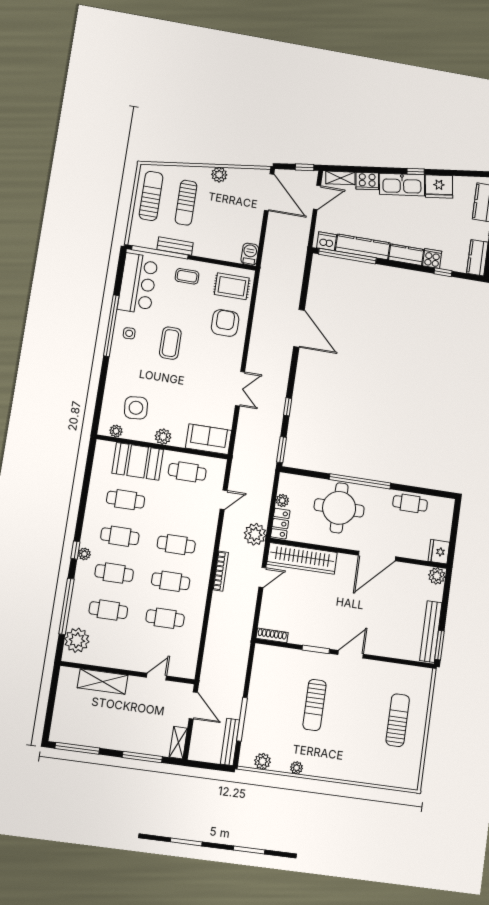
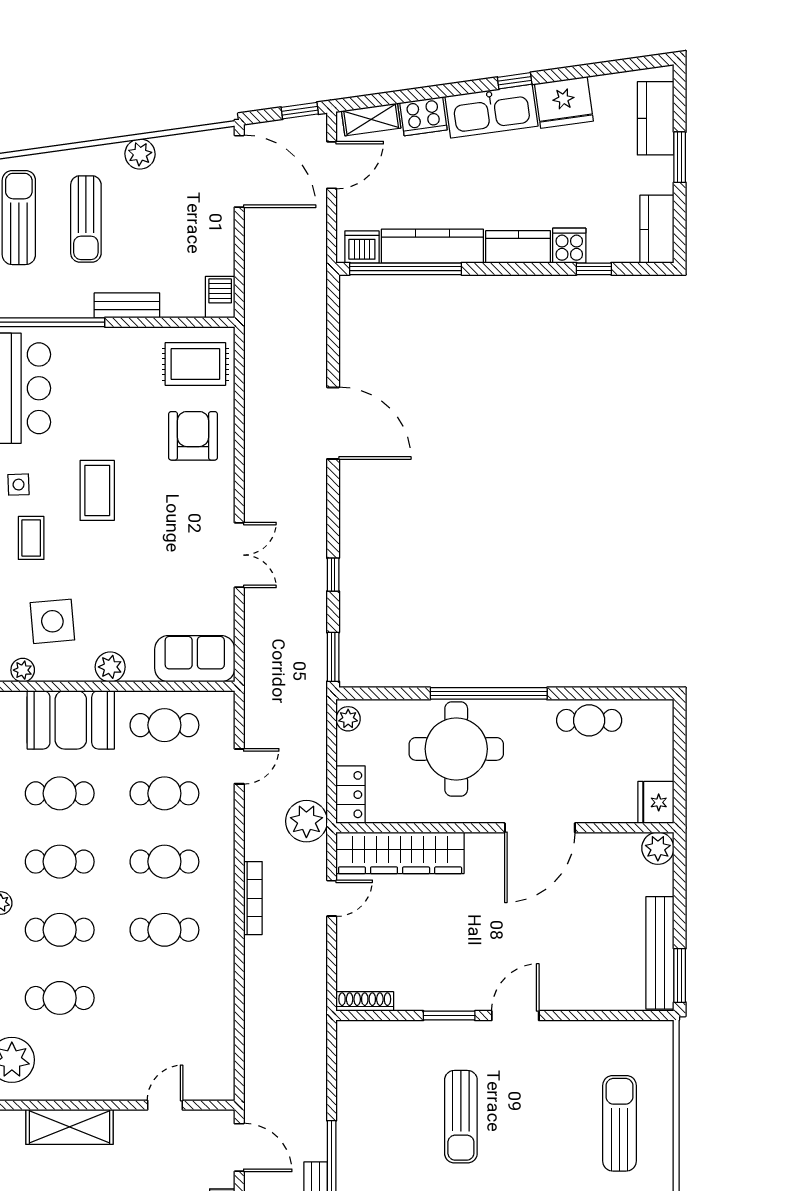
bench: (175, 246) -> (127, 305), moved
coffee table: (187, 276) -> (31, 538), moved, turned 90
plant: (282, 501) -> (348, 719), moved
cafe table: (165, 618) -> (164, 793), moved

